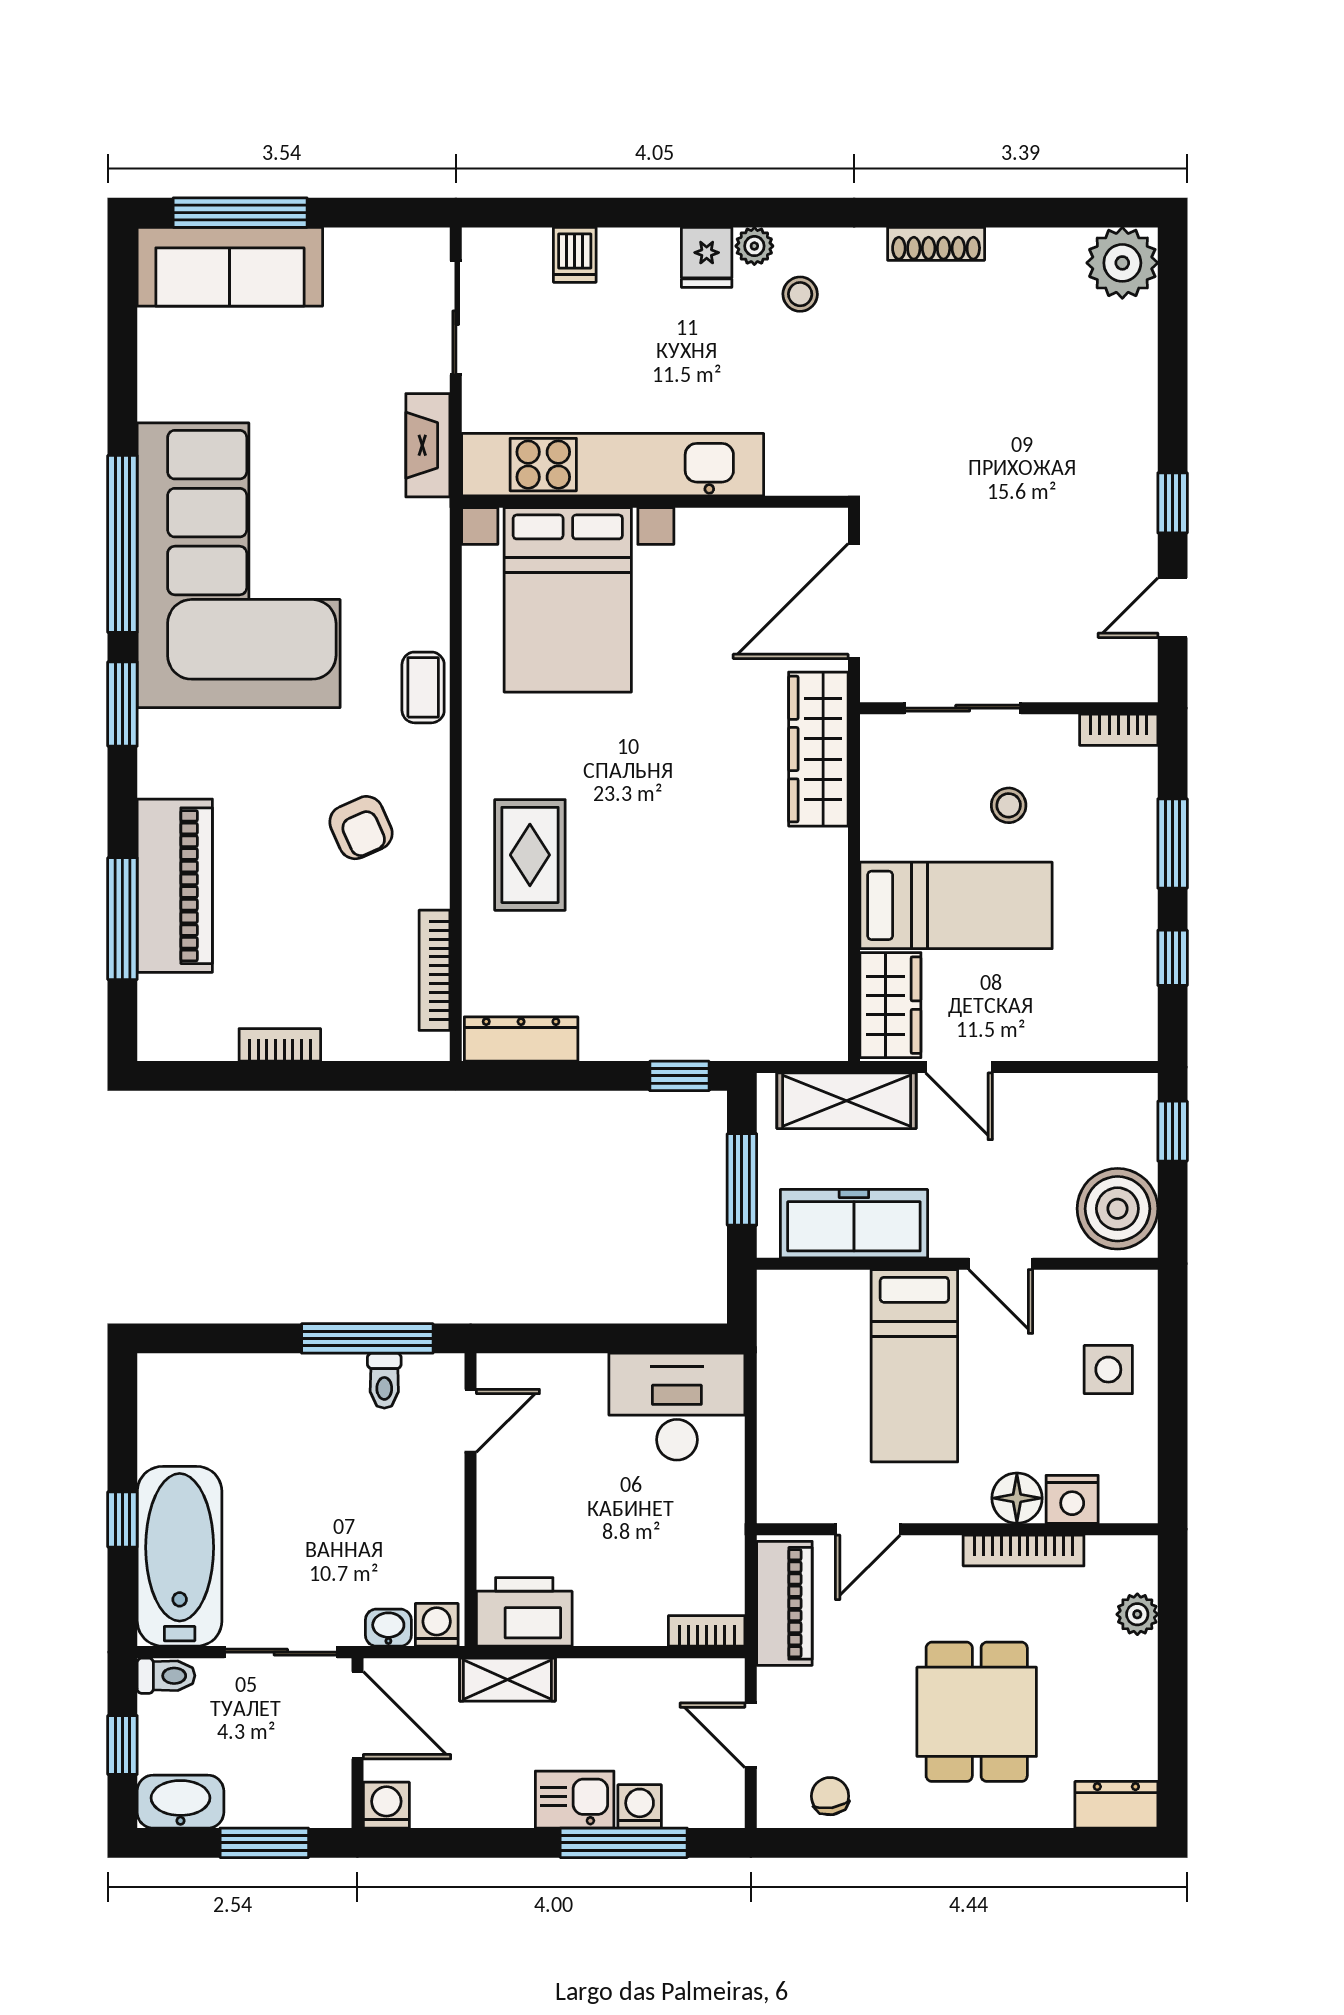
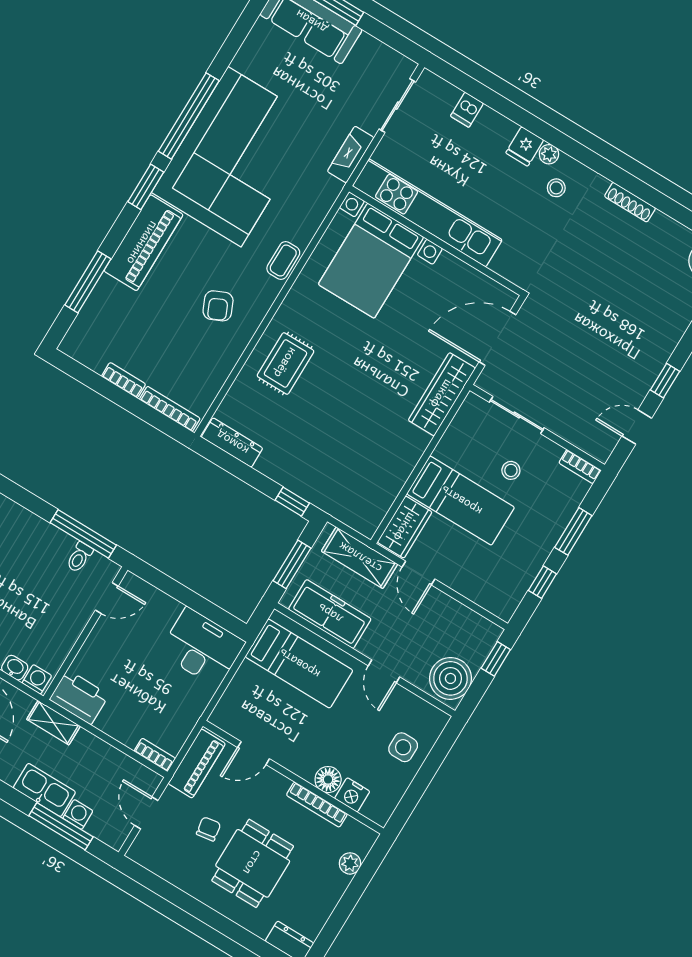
piano: (175, 886) -> (143, 243), moved
bookcase: (434, 970) -> (170, 409), moved, turned 90
bed: (914, 1366) -> (299, 664), moved, turned -90
chair: (830, 1796) -> (209, 829), moved
kitchen sink: (575, 1800) -> (44, 790), width x1.38

